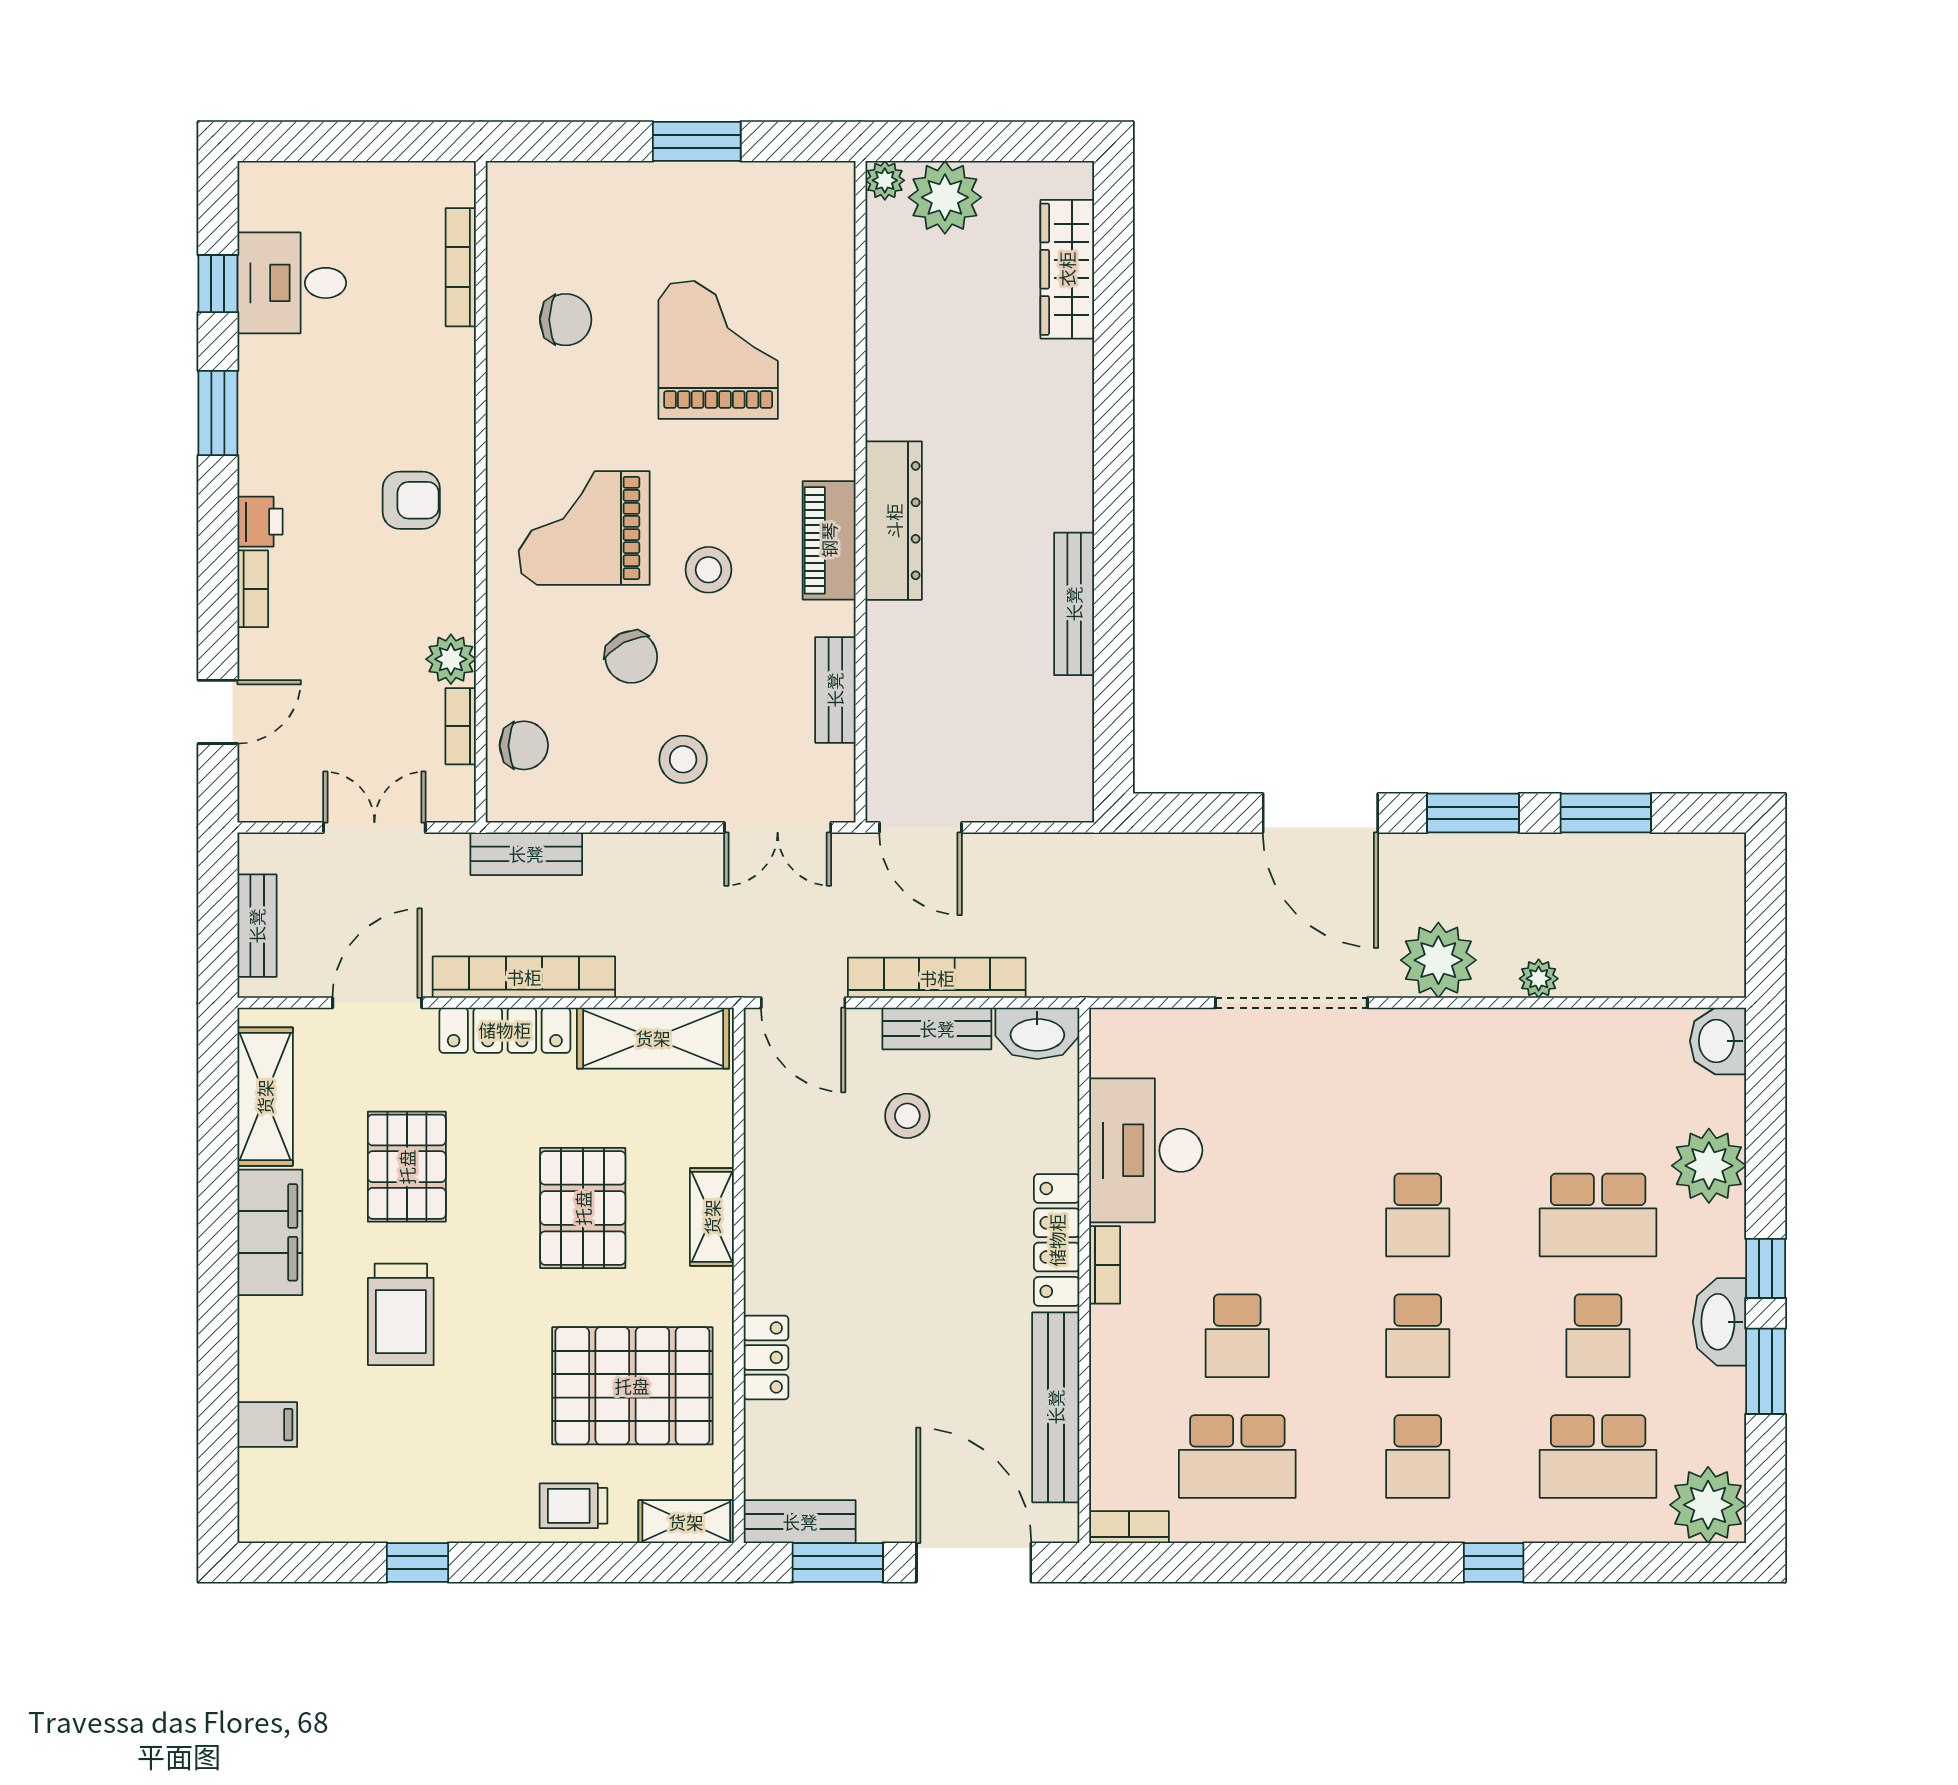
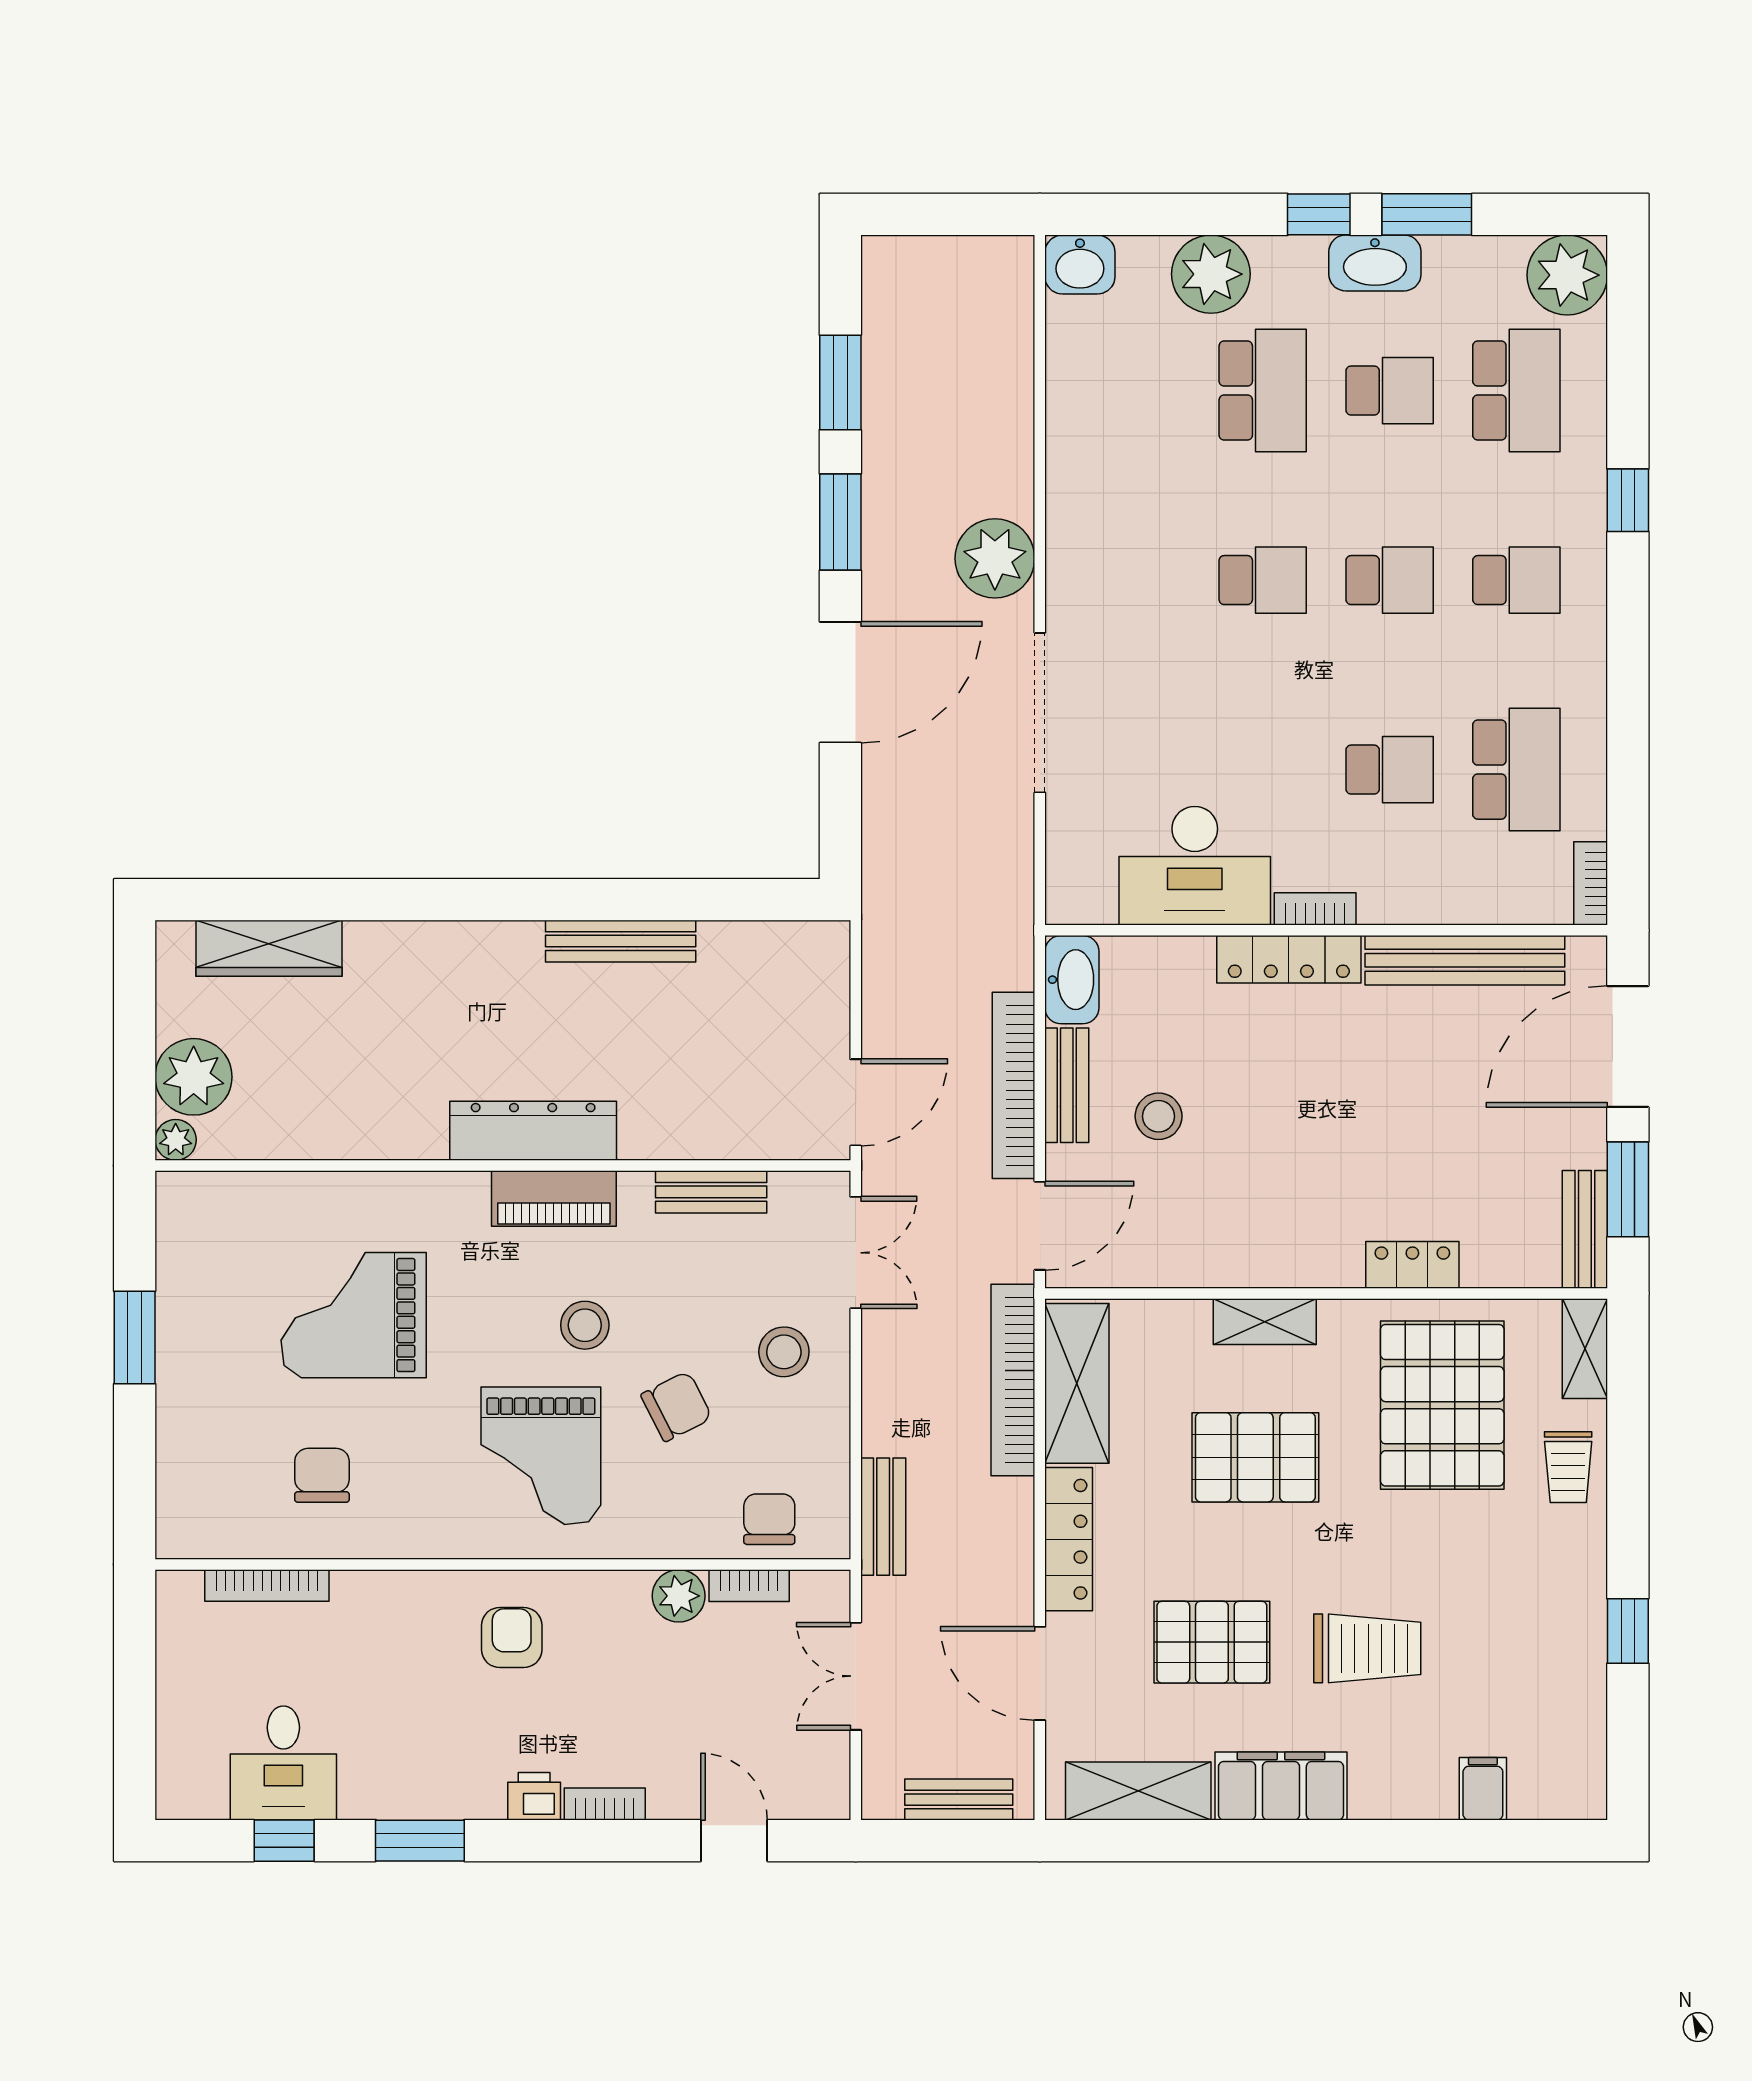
bookcase: (524, 977) -> (1013, 1380), moved
plant: (1539, 979) -> (1014, 453), removed

